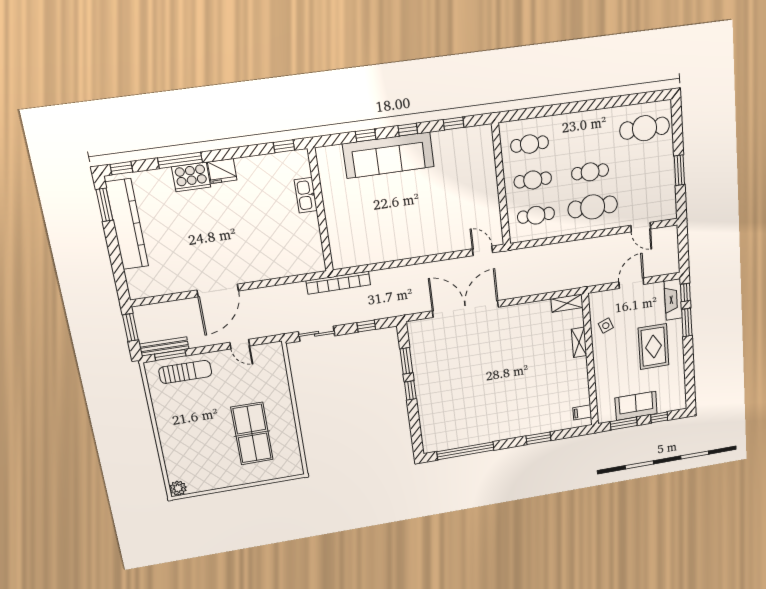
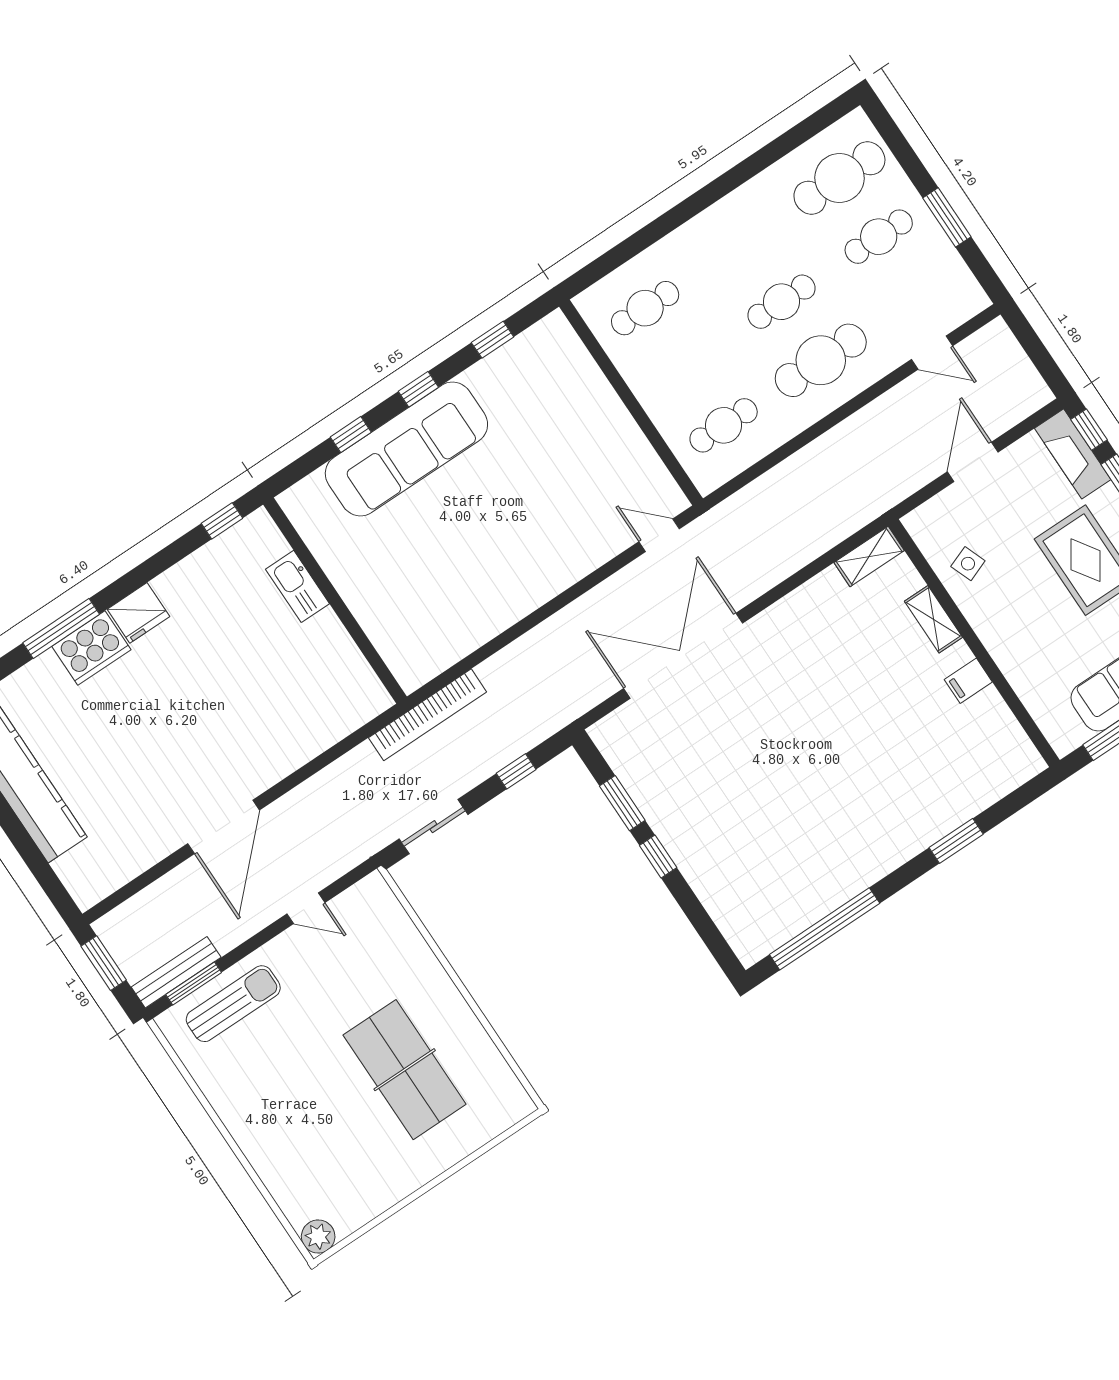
cafe table: (533, 180) -> (879, 237), moved
filing cabinet: (582, 412) -> (968, 681), moved

